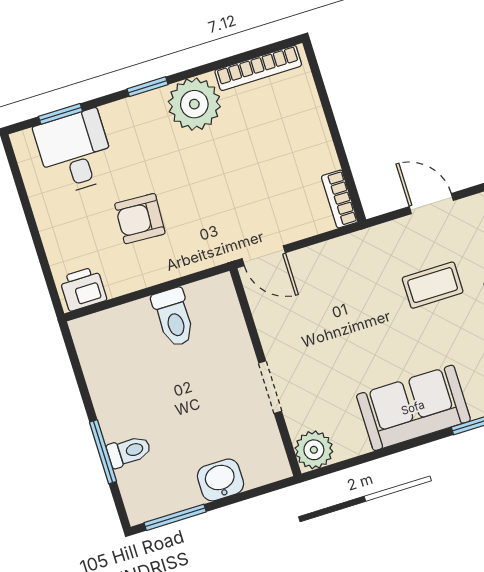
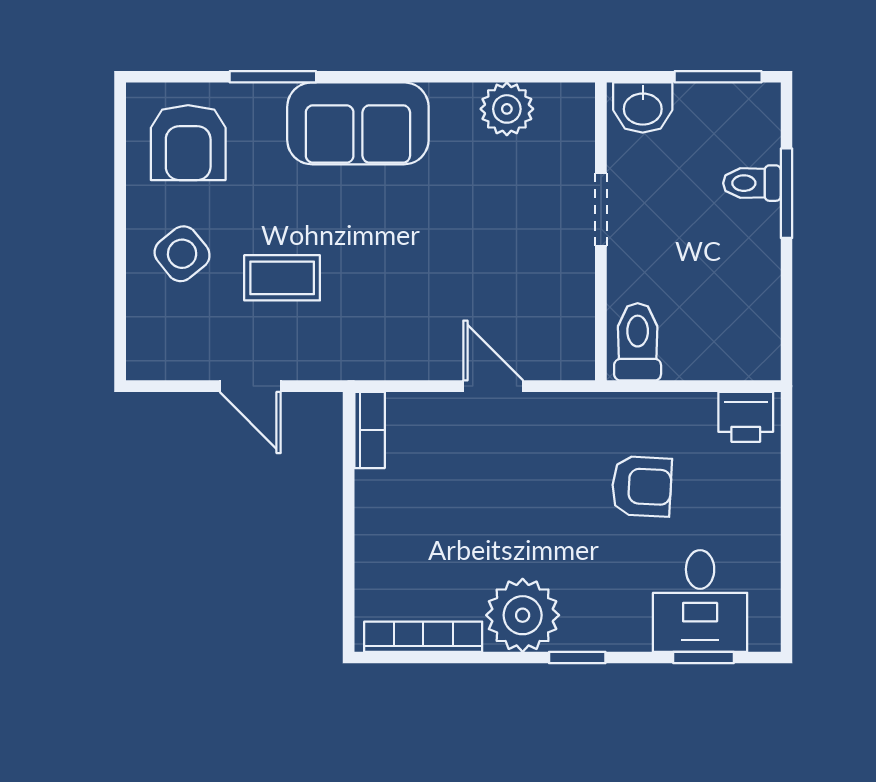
wall: (265, 372) -> (601, 231), moved
doorway: (270, 387) -> (601, 210), moved

